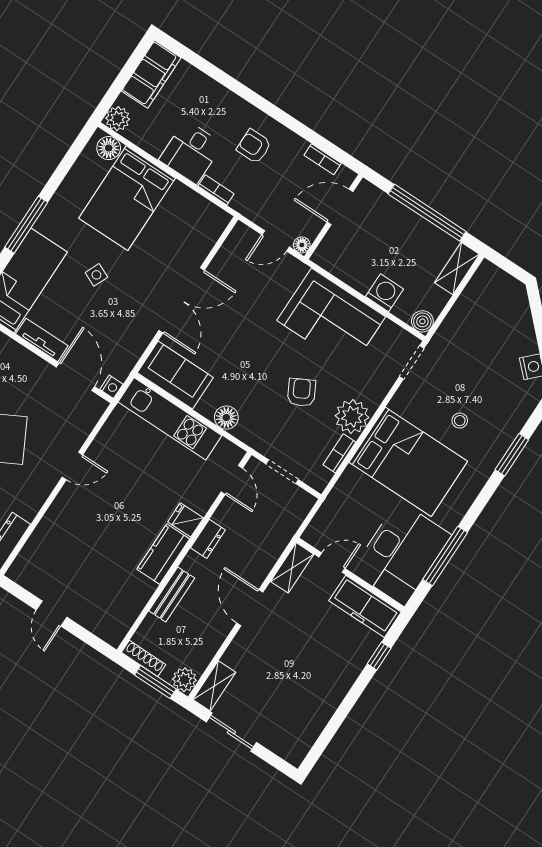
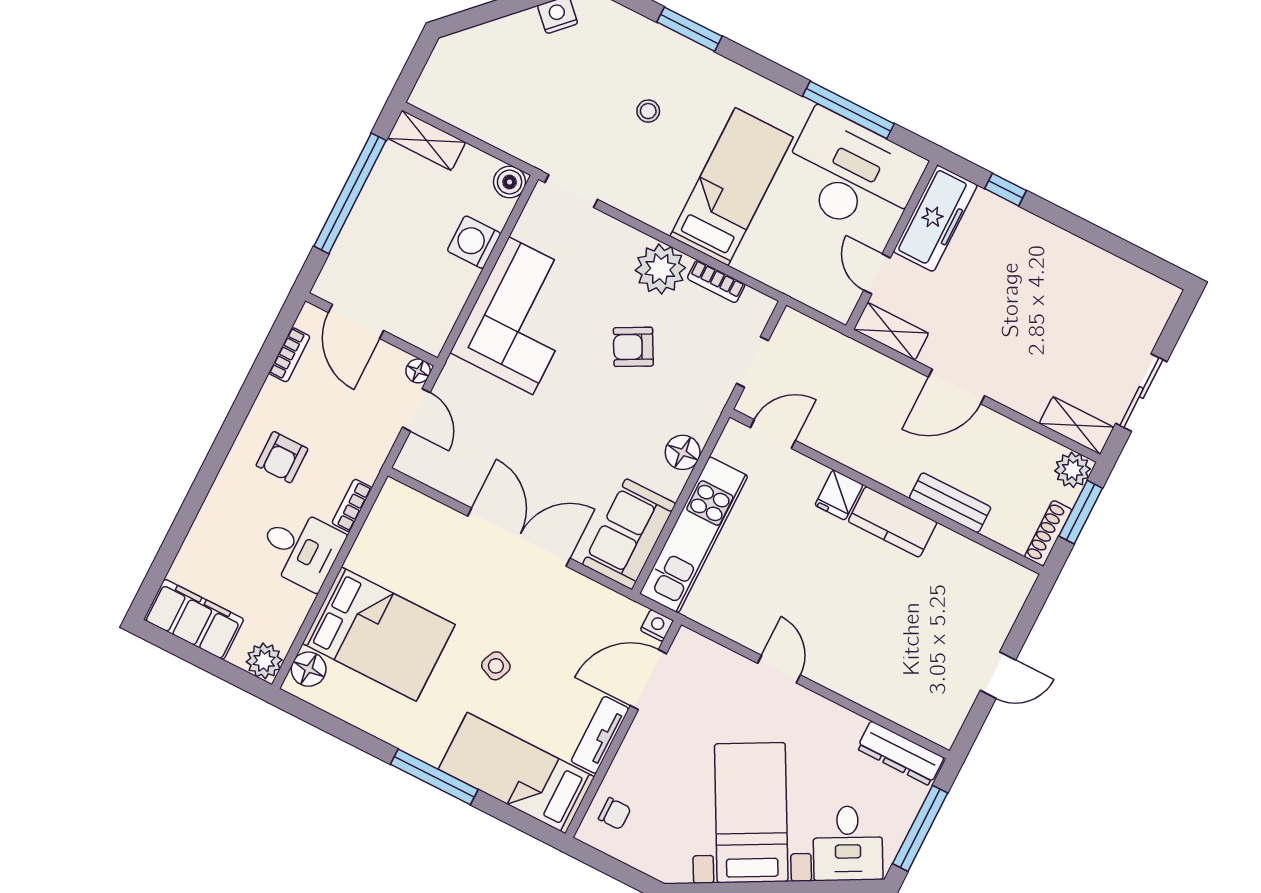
bed: (408, 462) -> (732, 187), width x0.67
dresser: (208, 539) -> (863, 459), removed

